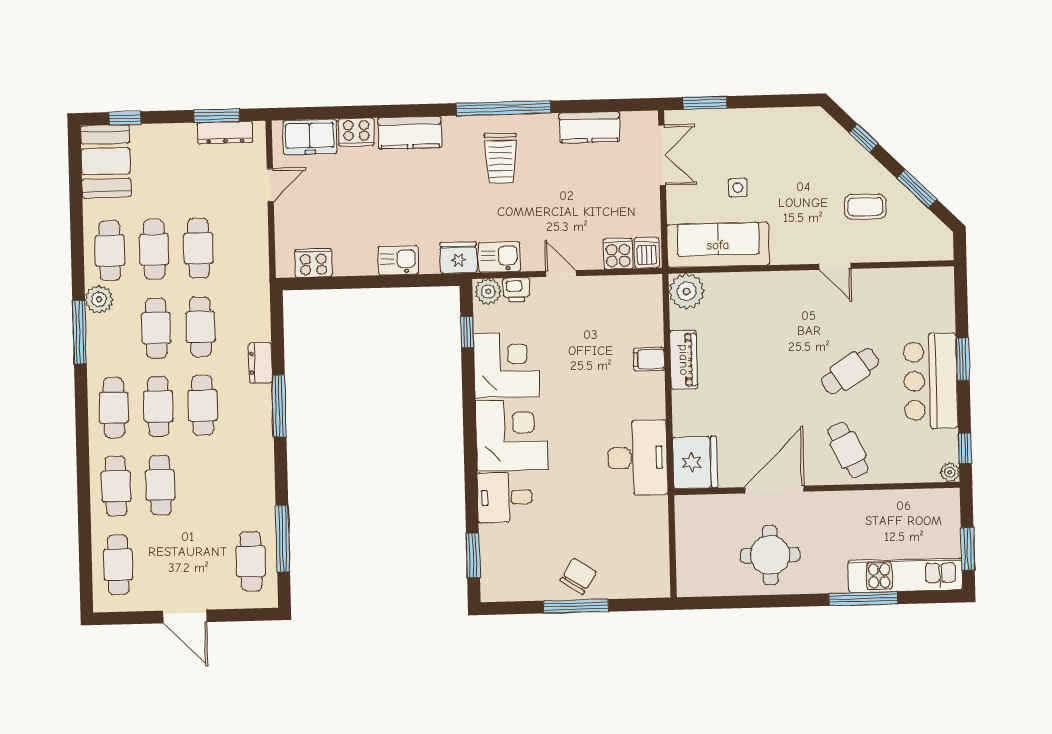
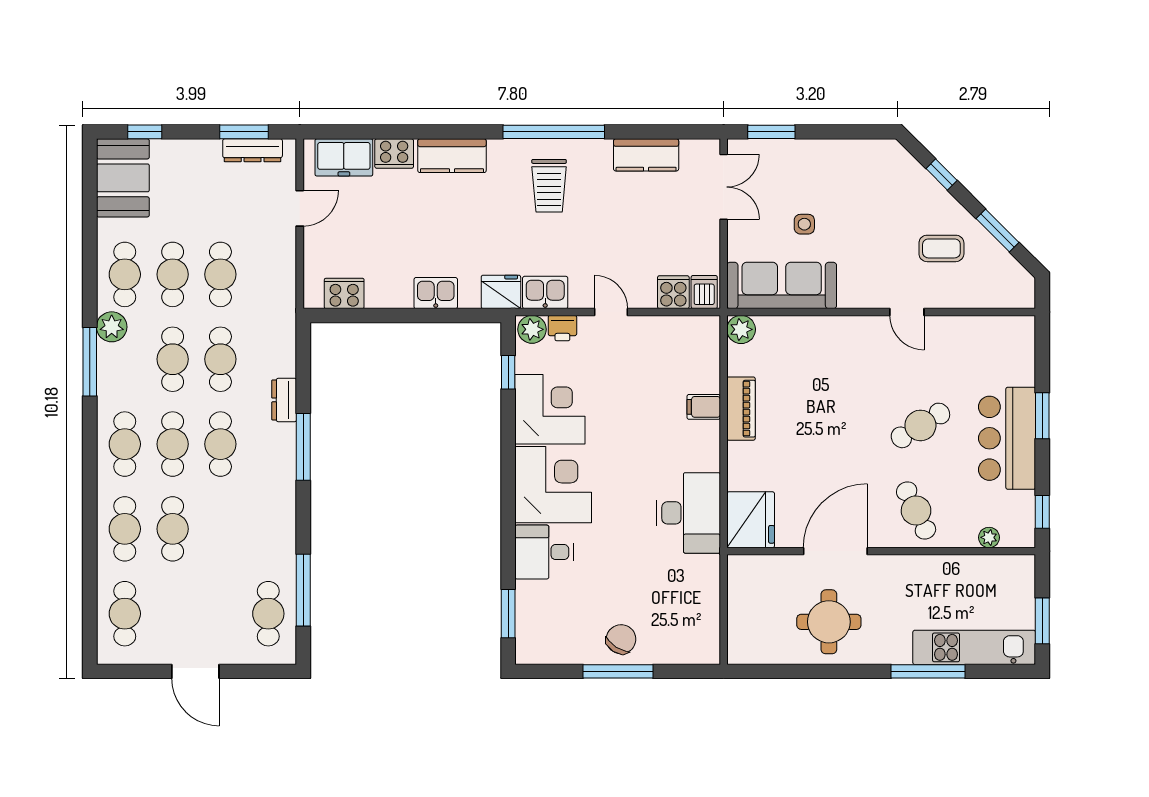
plant: (687, 291) -> (741, 329), width x0.73, depth x0.73
plant: (950, 472) -> (989, 537), moved

